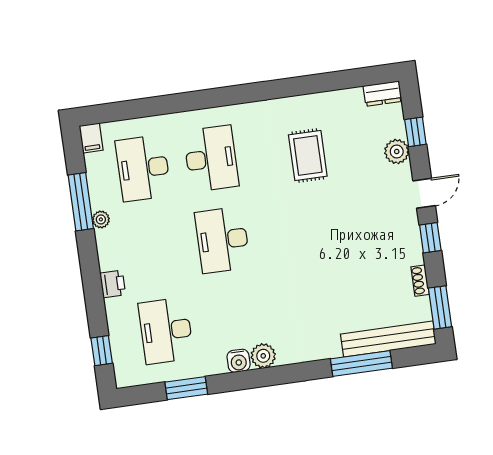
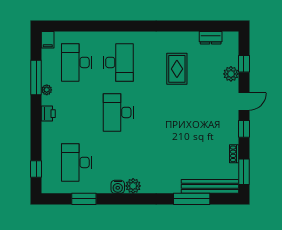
dresser: (383, 94) -> (211, 38), moved
printer: (113, 284) -> (48, 114), moved

